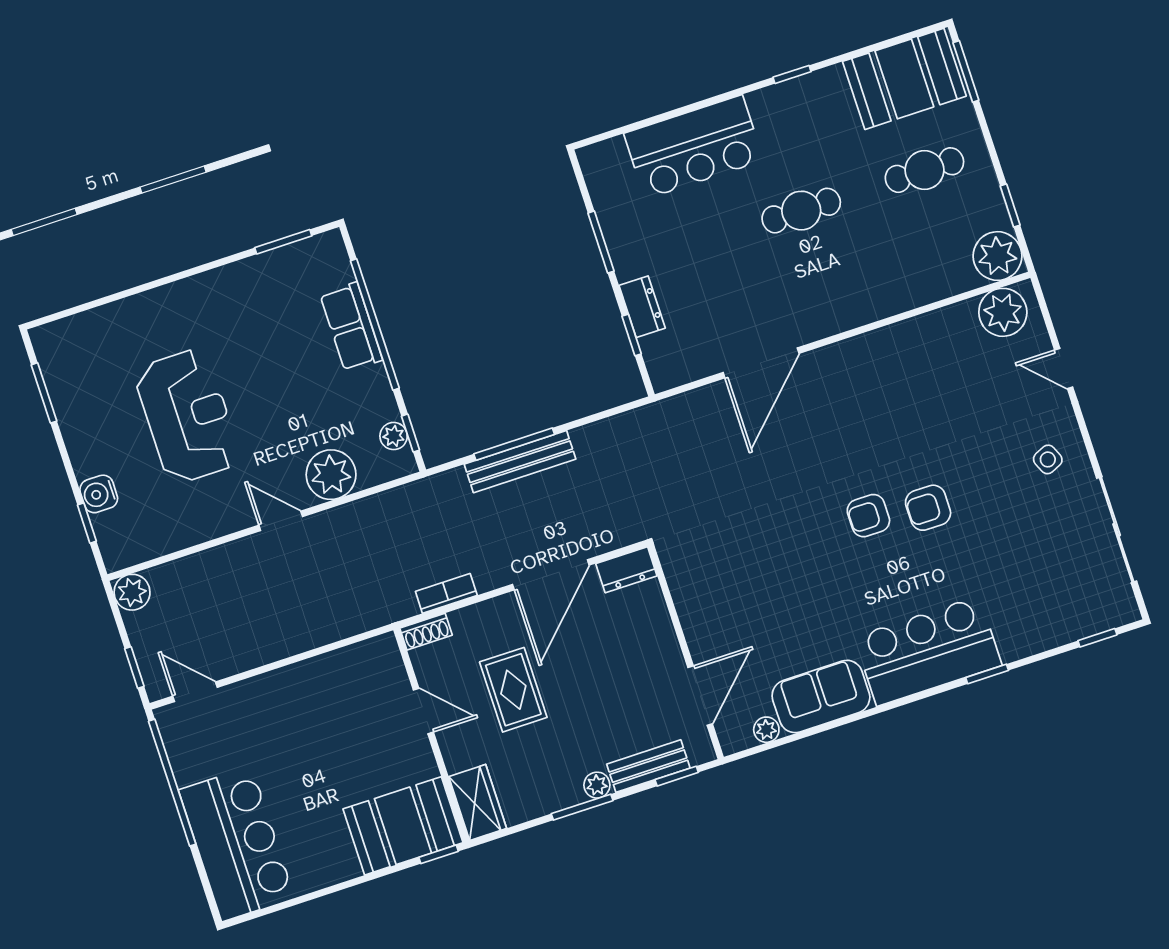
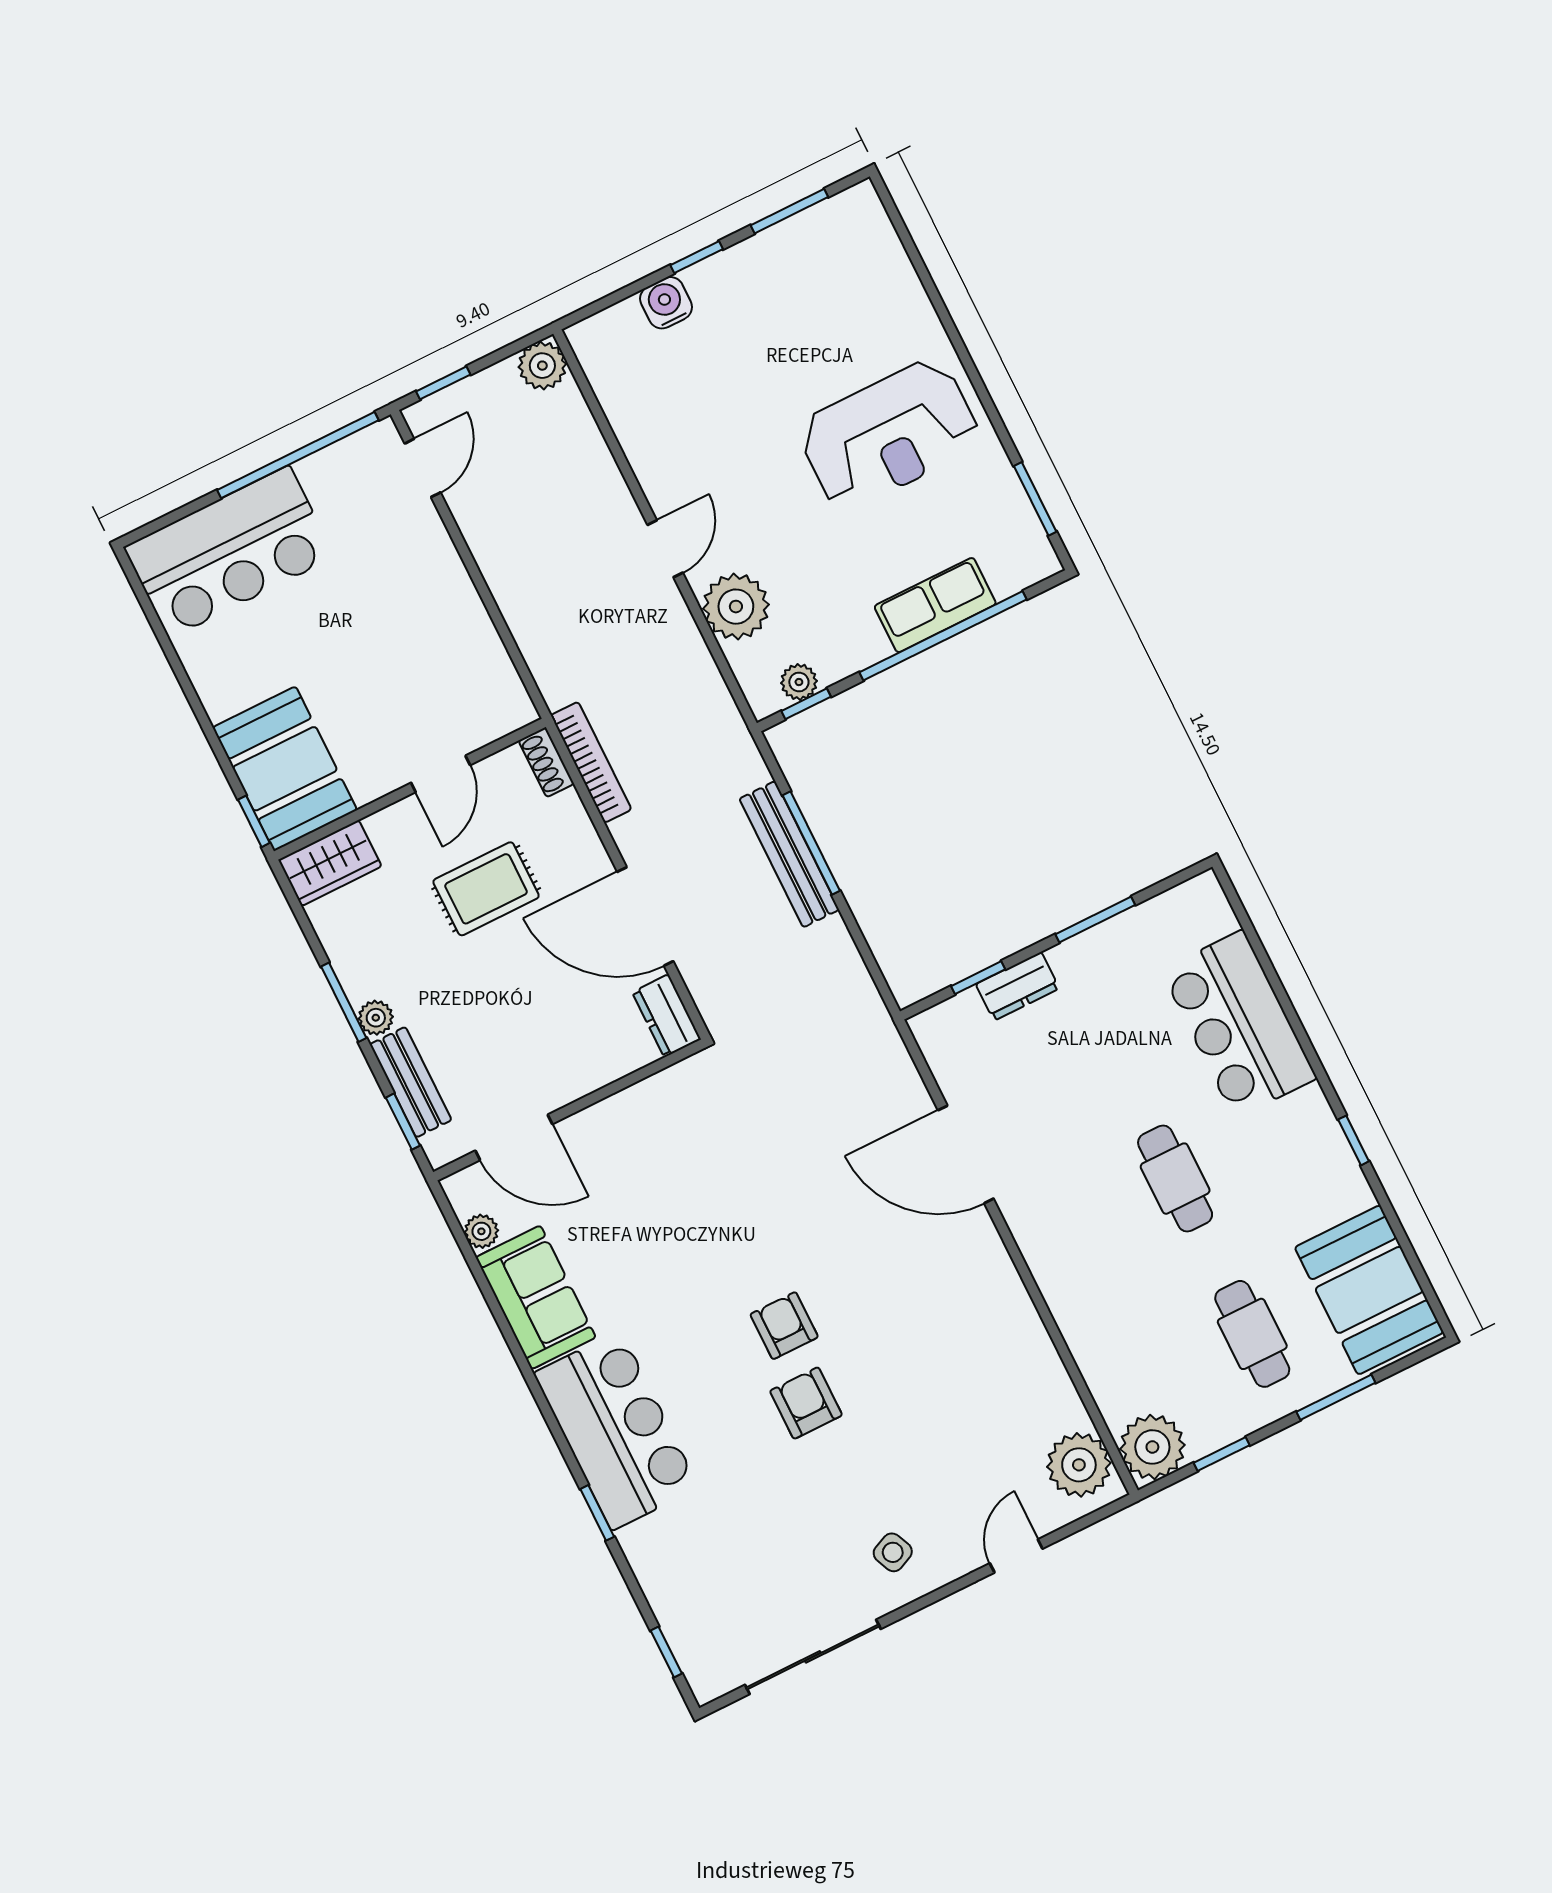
window: (966, 71) -> (1336, 1397), moved
reception desk: (187, 416) -> (889, 435), moved
window: (87, 523) -> (697, 257), moved
bookcase: (446, 593) -> (591, 762), width x1.56

